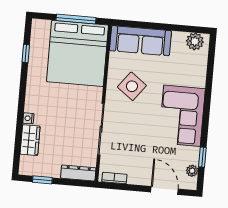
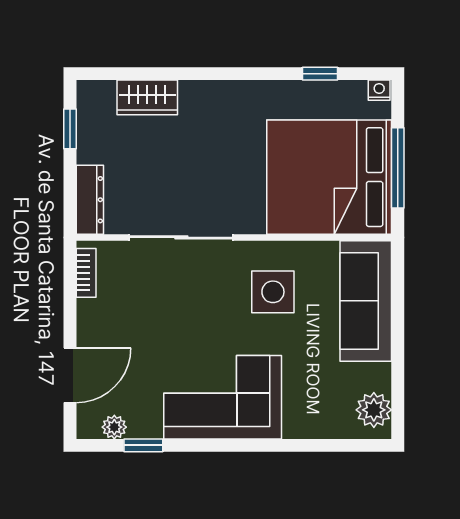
side table: (132, 86) -> (273, 292), turned -37
nightstand: (28, 118) -> (379, 90), moved

